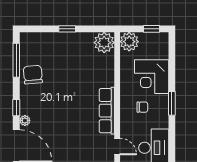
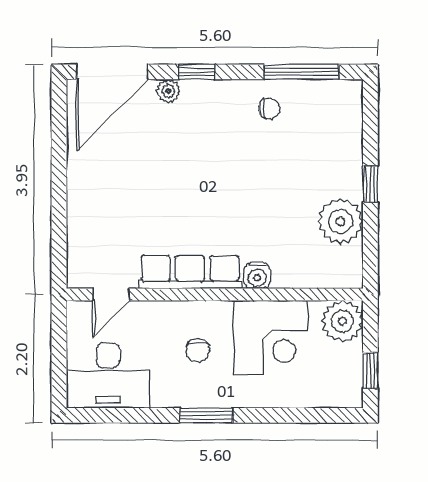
plant: (104, 43) -> (340, 221), moved
chair: (33, 75) -> (269, 108), width x0.54, depth x0.54
corner desk: (152, 77) -> (271, 338), moved, turned 180
water cooler: (109, 80) -> (257, 276), added

